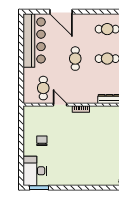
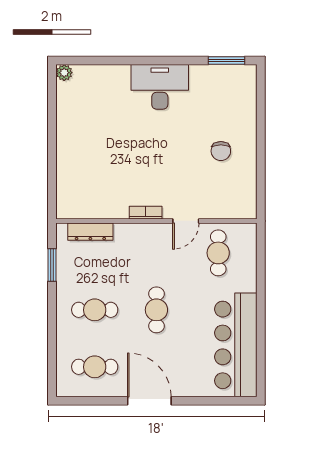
door: (61, 12) -> (149, 401), moved
door: (60, 105) -> (186, 221), hinge flipped
desk: (35, 171) -> (160, 87), moved, turned -90

